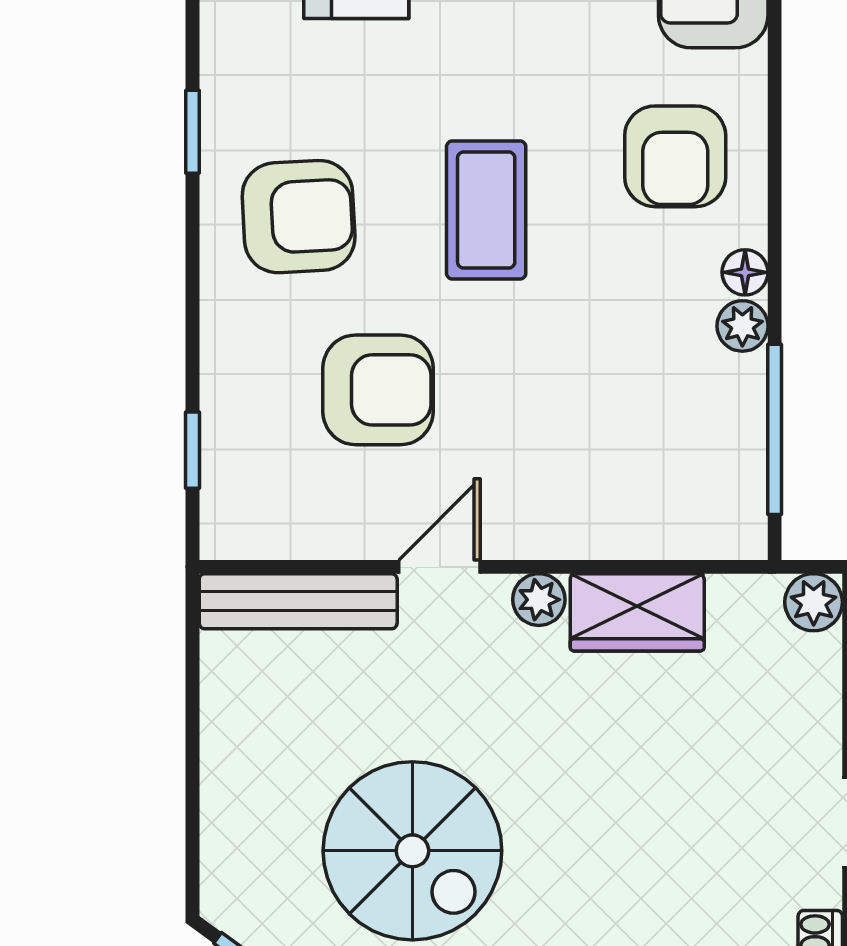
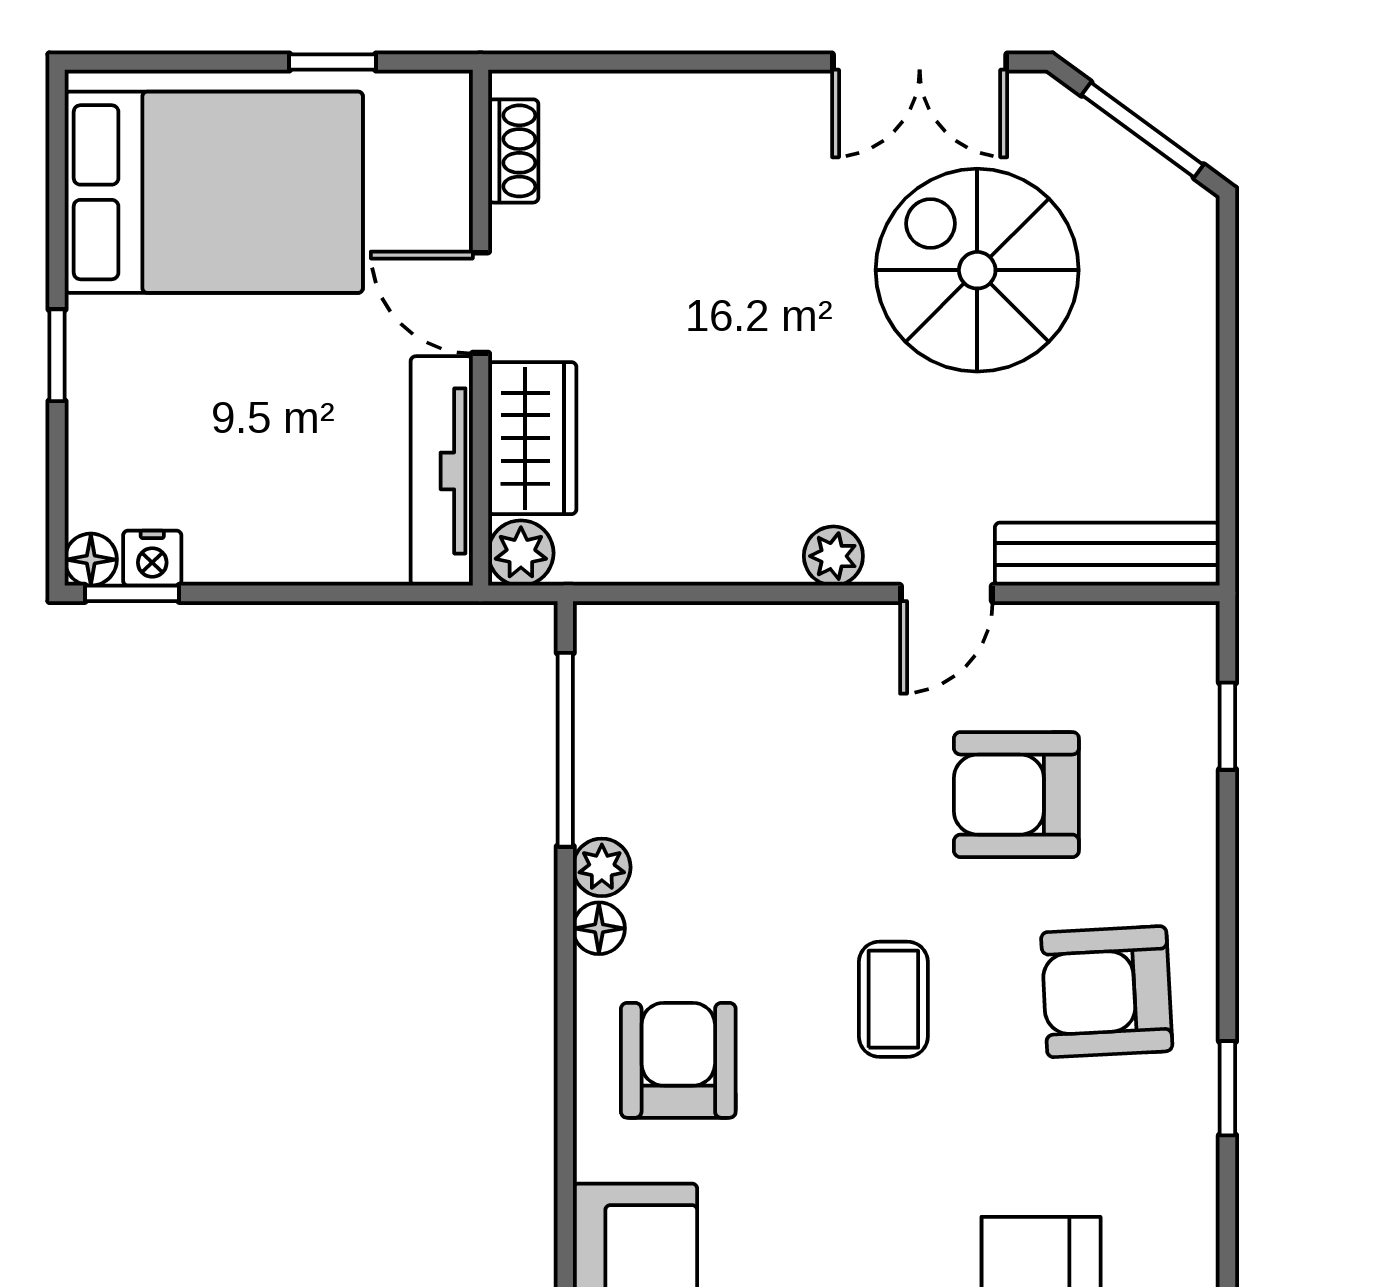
coffee table: (486, 210) -> (893, 999), width x0.73, depth x0.77
wardrobe: (637, 612) -> (532, 438), moved, turned 90

